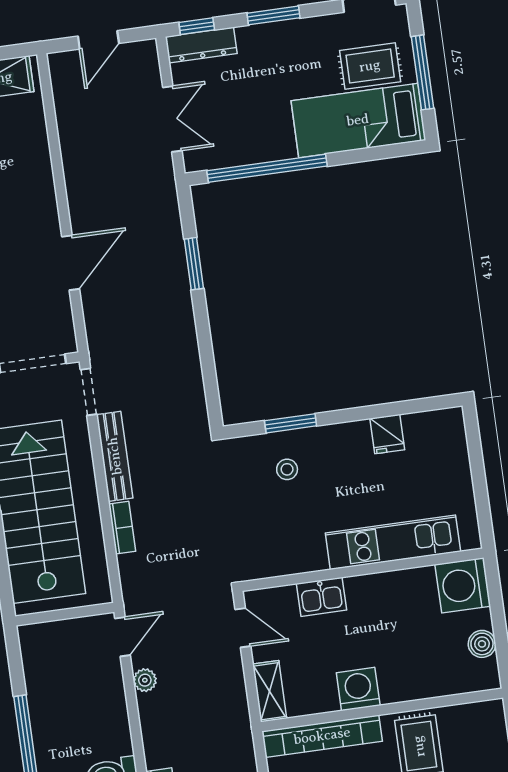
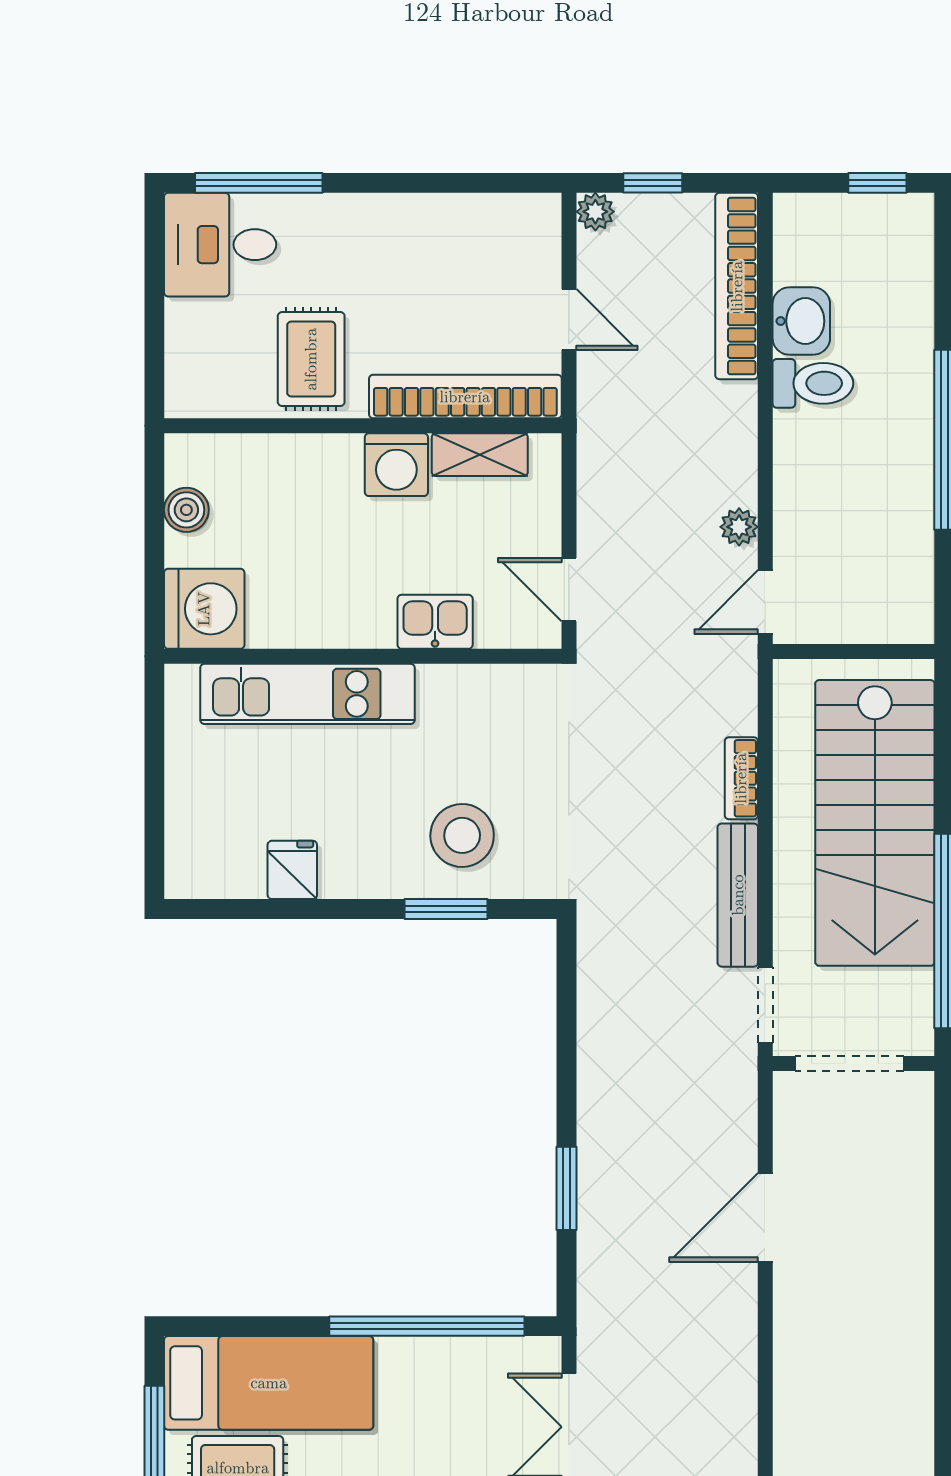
stool: (287, 469) -> (462, 835), width x1.89, depth x1.89
shelving: (270, 691) -> (480, 455), moved, turned 90

